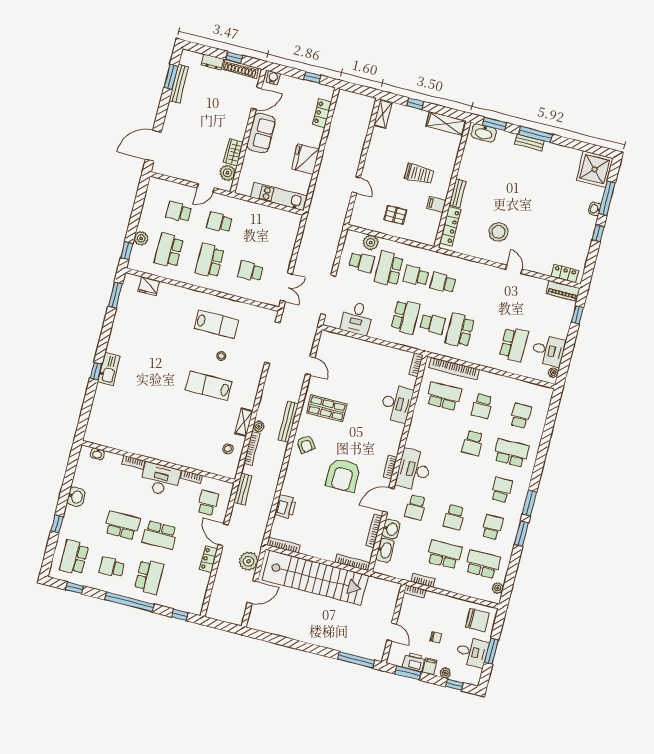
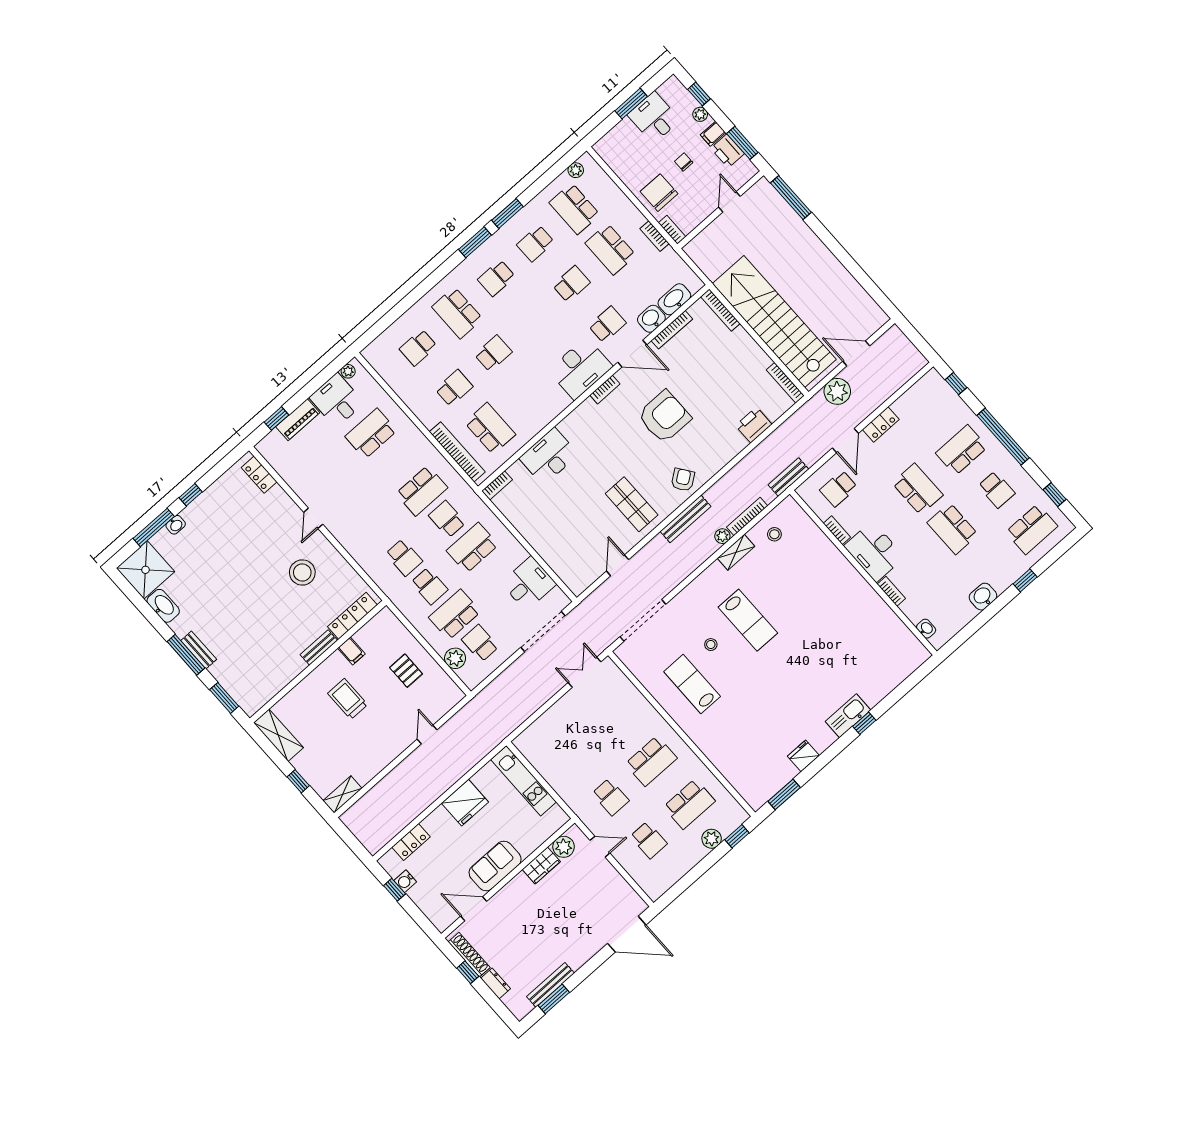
water cooler: (273, 78) -> (405, 881), moved
washbasin: (484, 133) -> (163, 606), moved
school desk: (389, 269) -> (455, 615), turned 180
school desk: (250, 271) -> (613, 718), removed
fridge: (149, 286) -> (803, 756), moved, turned -90
piano: (563, 291) -> (298, 420), moved, turned 90
school desk: (444, 396) -> (490, 428), turned 180
chair: (477, 620) -> (659, 193), moved

